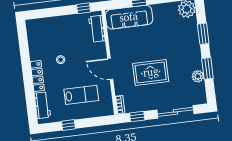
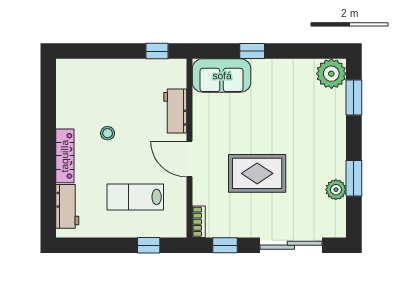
sofa: (129, 17) -> (222, 76), width x0.73
workbench: (97, 29) -> (175, 111), moved
window: (203, 34) -> (354, 98), moved
lab bench: (81, 95) -> (135, 197), turned 180
window: (68, 125) -> (149, 245), moved

